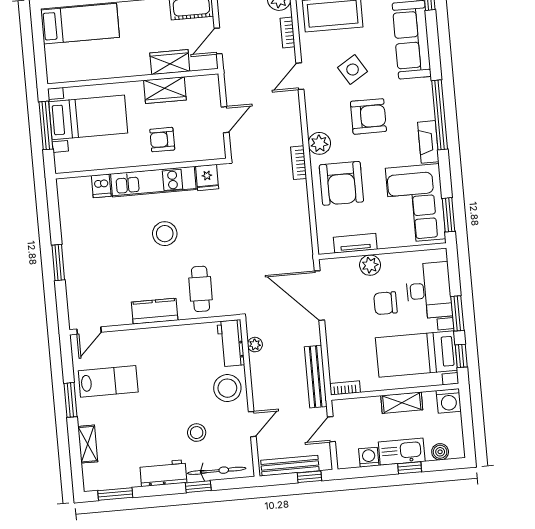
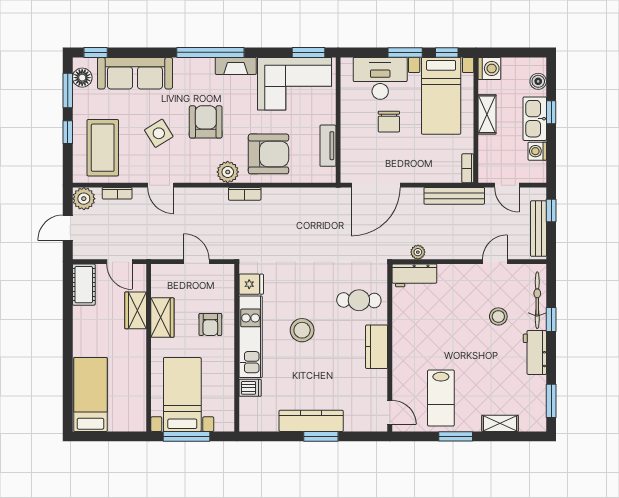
kitchen counter: (73, 251) -> (311, 421), added
plant: (370, 265) -> (351, 133), removed
lab bench: (108, 381) -> (441, 398), turned 180
stool: (227, 388) -> (458, 283), removed
door: (252, 424) -> (495, 262), hinge flipped

